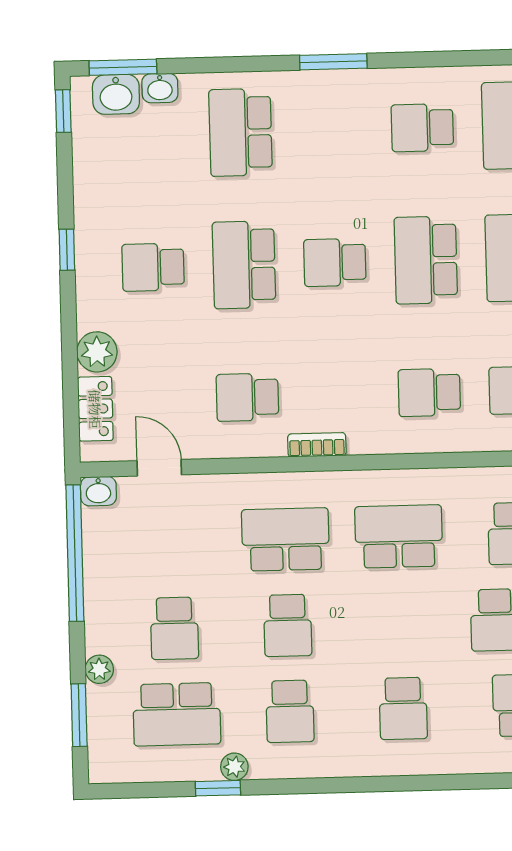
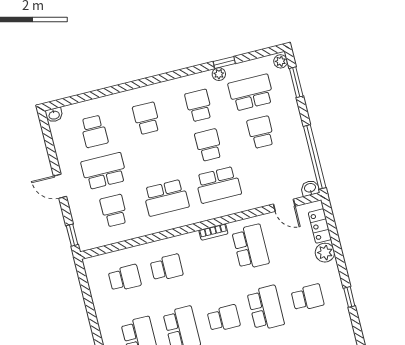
school desk: (247, 397) -> (250, 247), width x1.85
plant: (99, 669) -> (281, 61), moved

